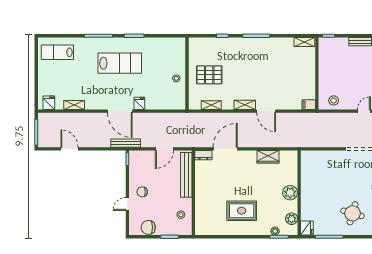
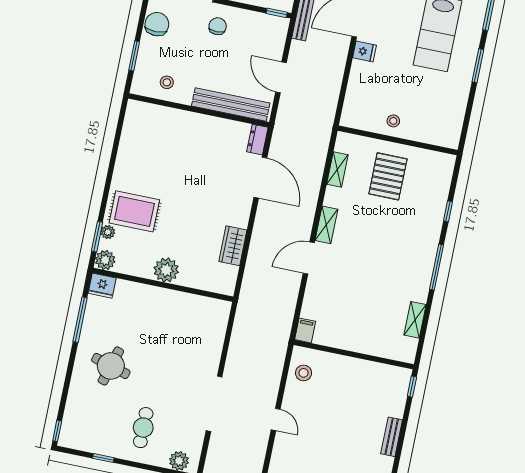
shelving: (304, 42) -> (415, 320), moved
rug: (242, 211) -> (134, 211), moved, turned 90
plant: (292, 219) -> (105, 260), moved

